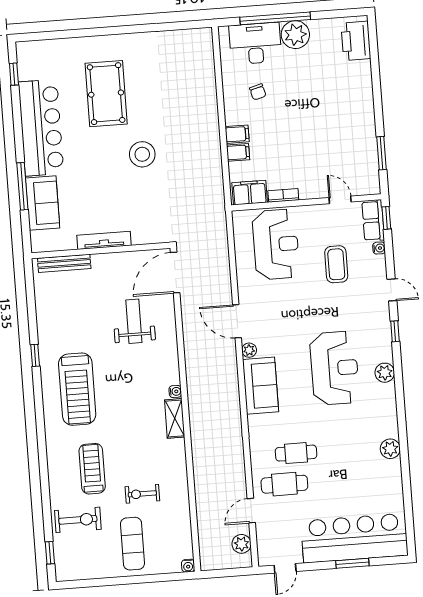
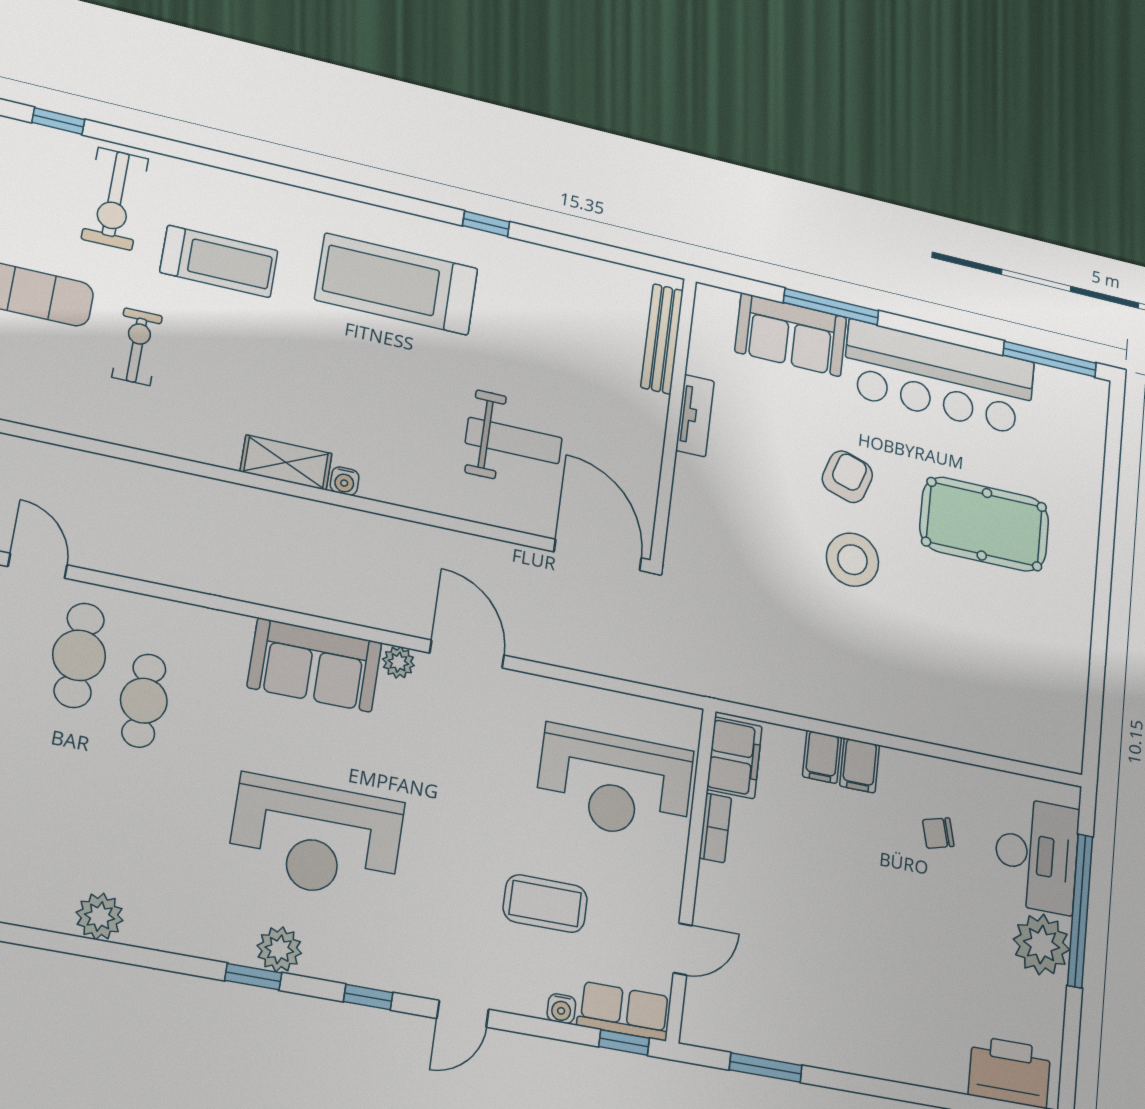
window: (14, 74) -> (1050, 359), width x2.17
armchair: (103, 164) -> (847, 477), added
tv unit: (104, 240) -> (695, 416), width x0.71
door: (237, 321) -> (467, 654), hinge flipped
window: (399, 381) -> (253, 977), added

